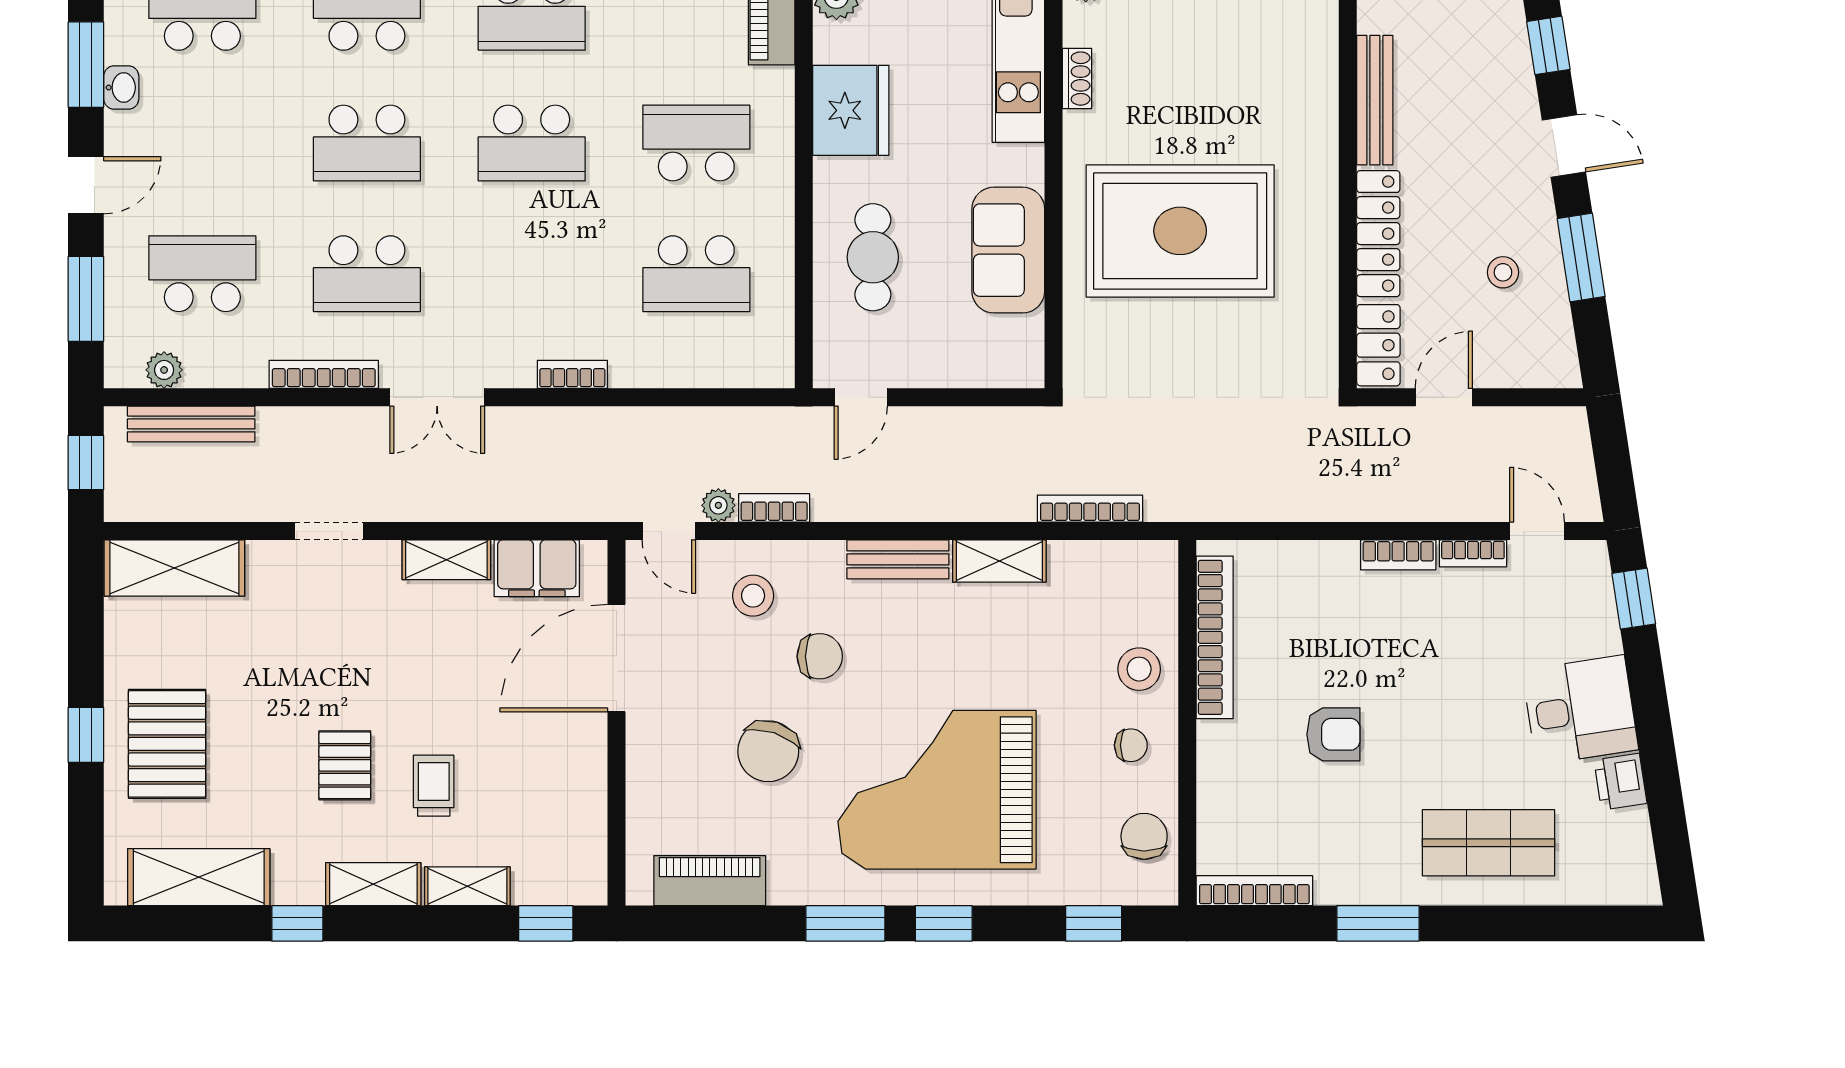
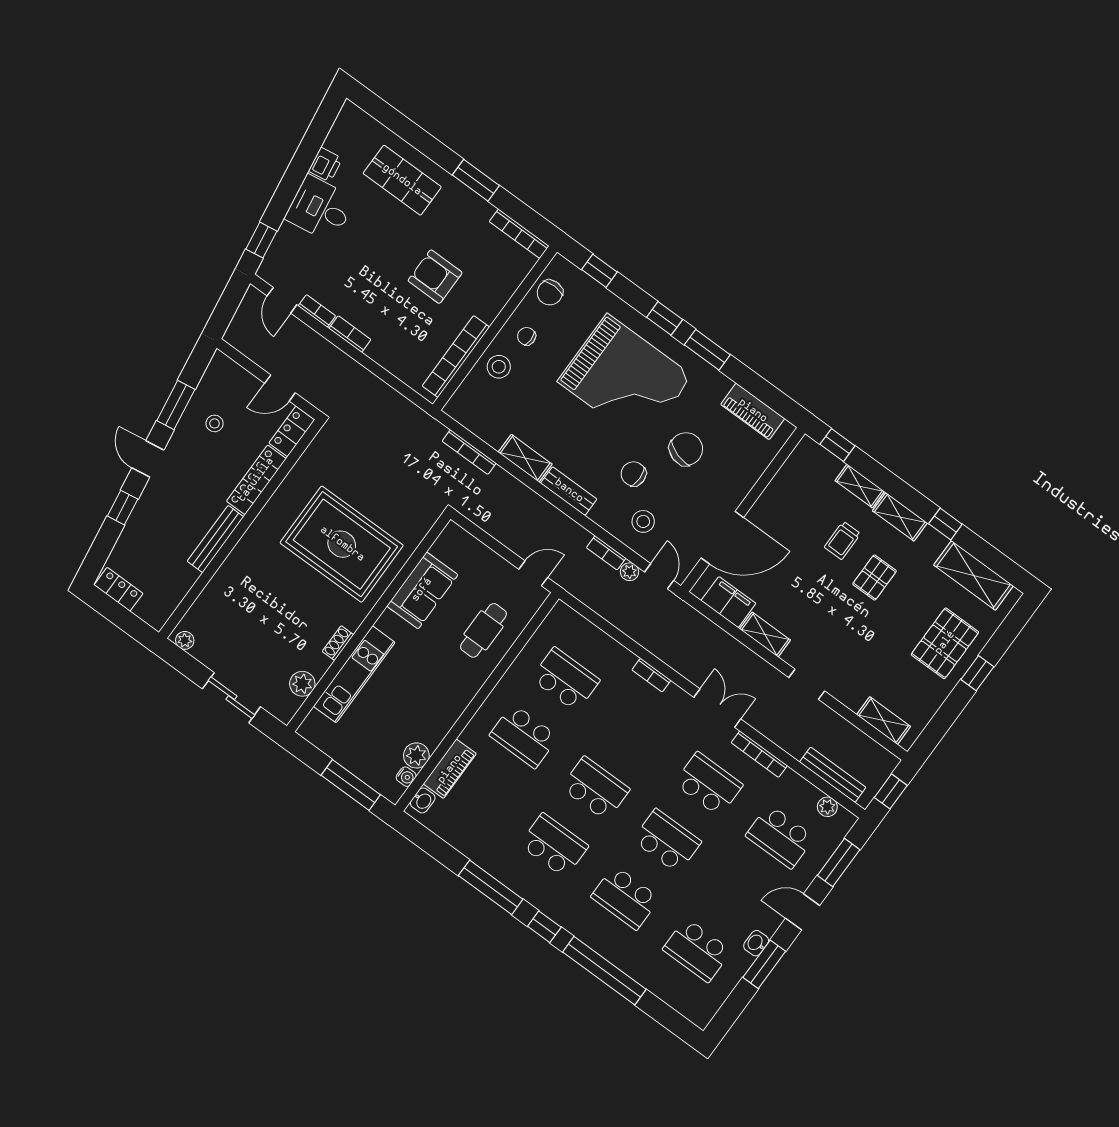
fridge: (851, 110) -> (446, 701), removed
shelving: (174, 568) -> (884, 721), width x0.67, depth x0.75
armchair: (1333, 734) -> (435, 277), width x1.38, depth x1.38

